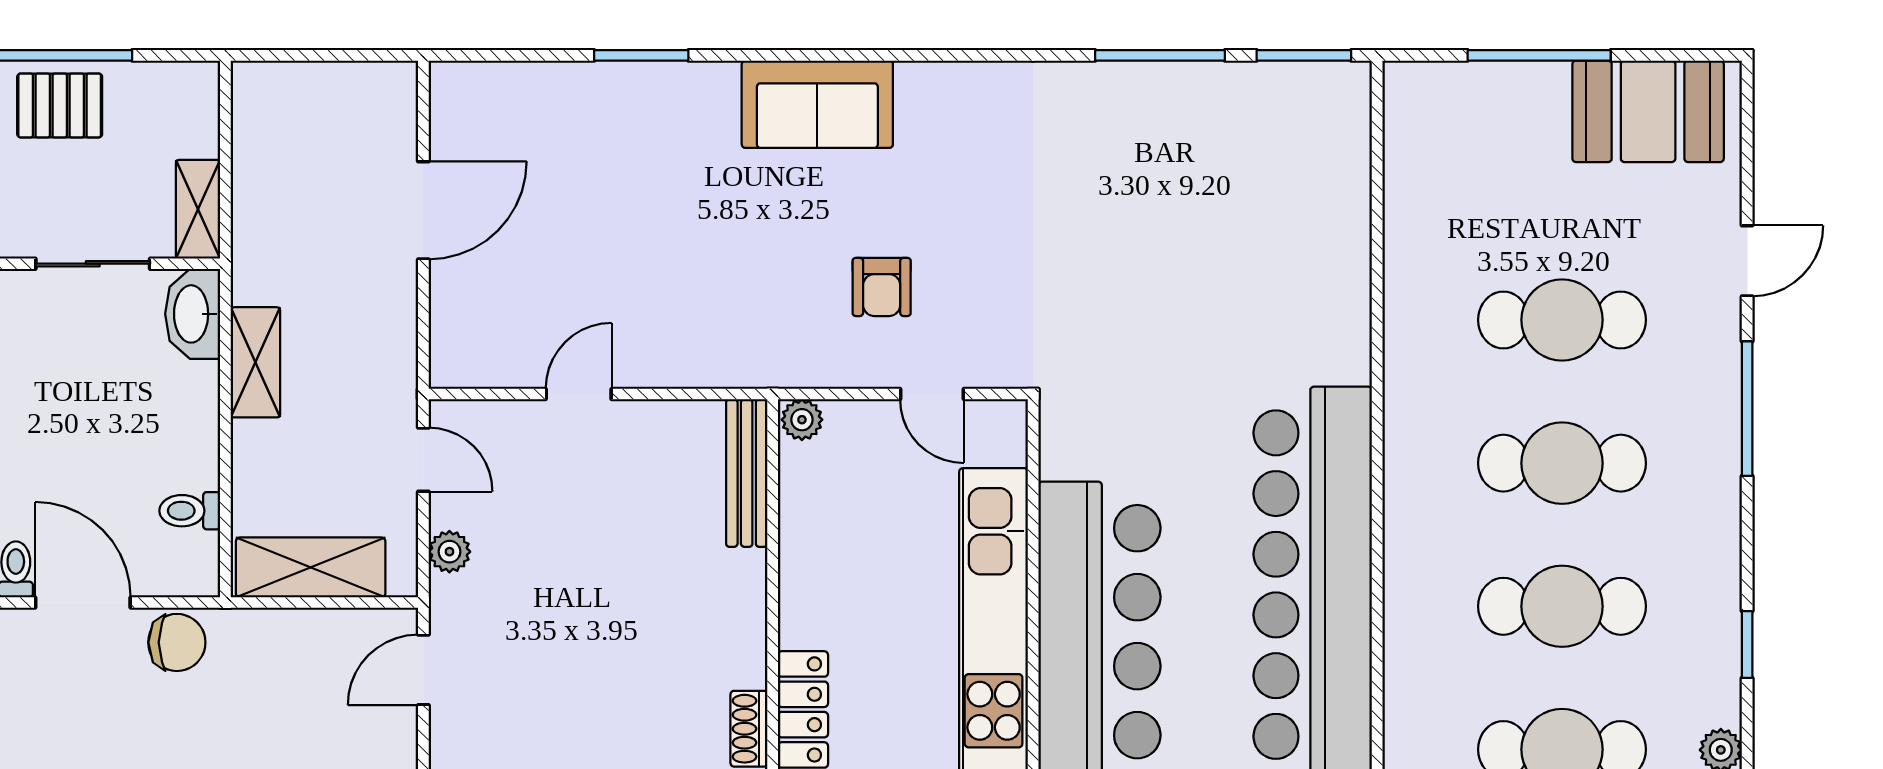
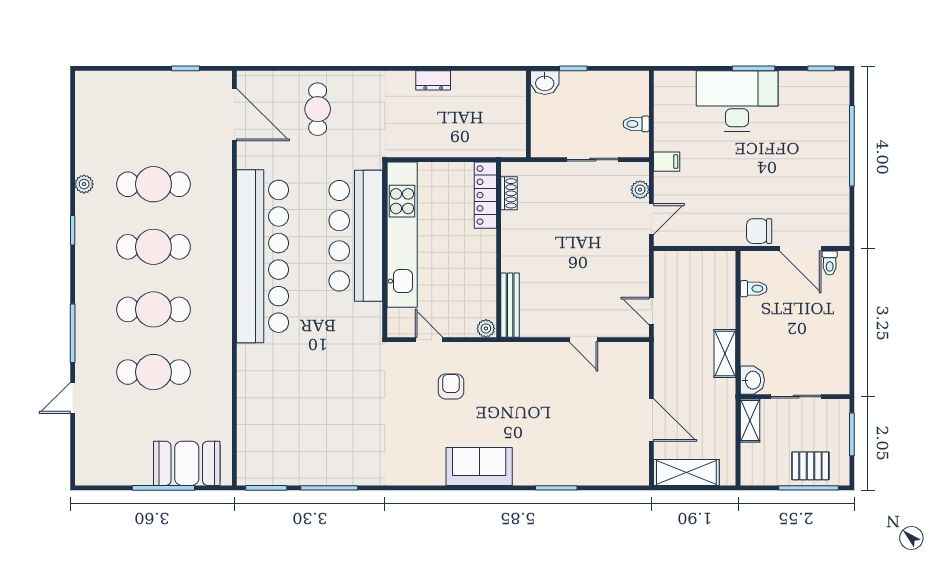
booth: (1648, 111) -> (187, 463), moved
door: (423, 210) -> (651, 420), swing flipped
washbasin: (193, 314) -> (752, 380), width x0.72
door: (579, 394) -> (583, 340), hinge flipped
plant: (449, 552) -> (640, 190), moved
shelving: (311, 567) -> (686, 472), moved

